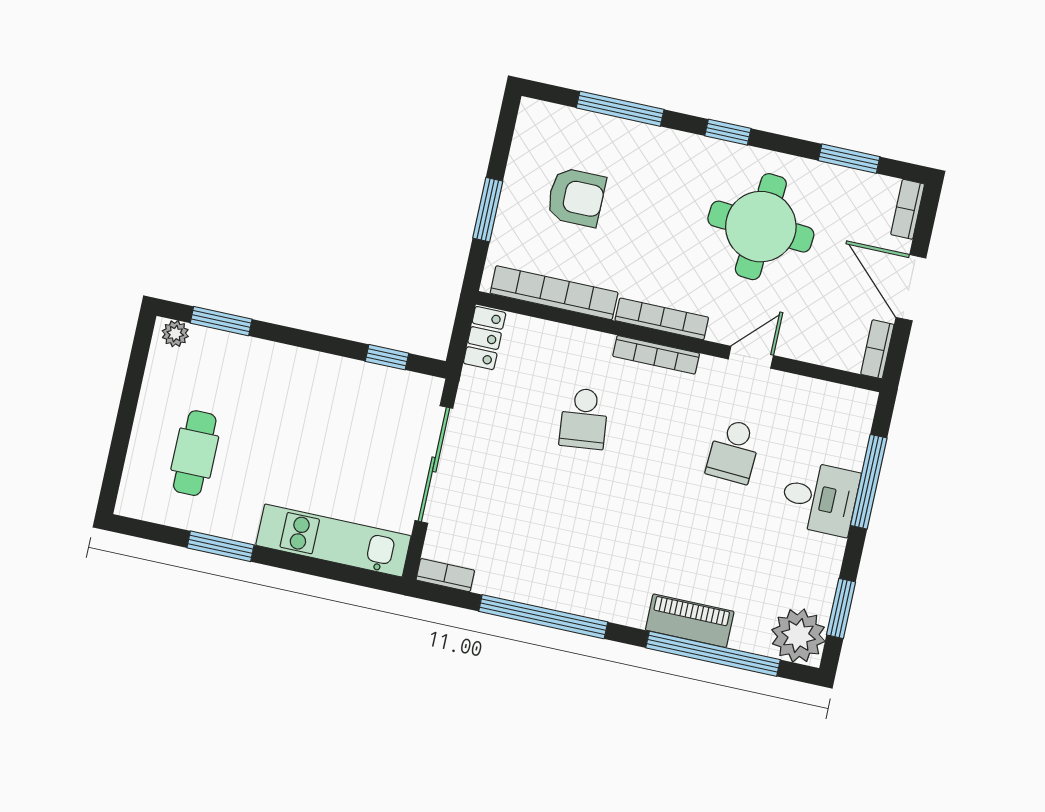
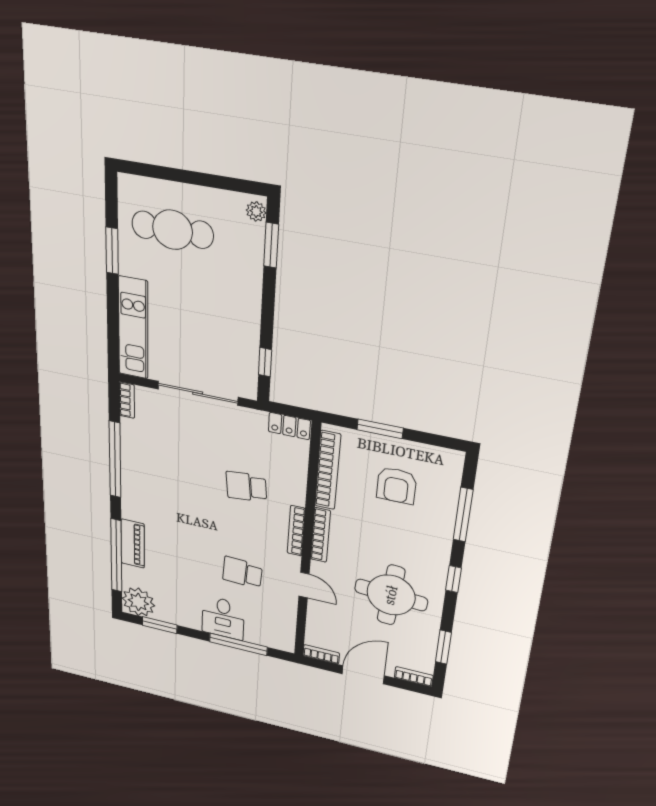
cafe table: (195, 453) -> (173, 230), width x1.37, depth x1.35

